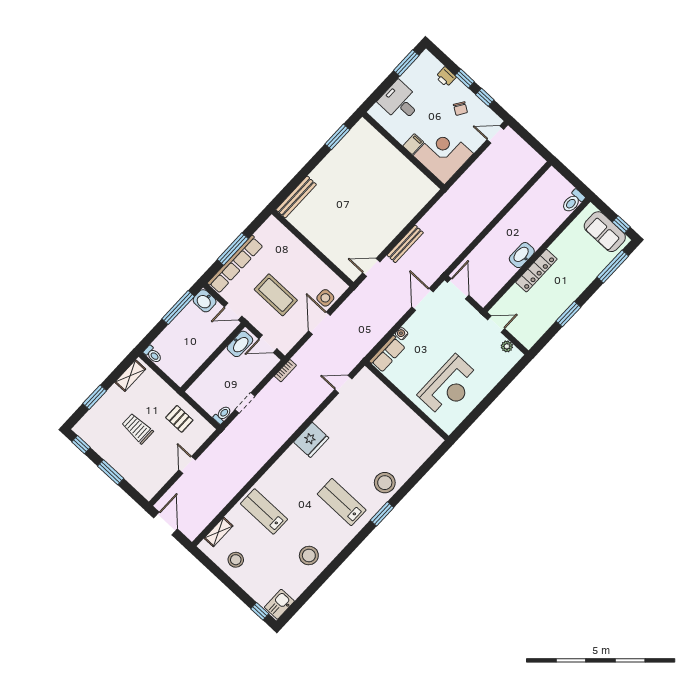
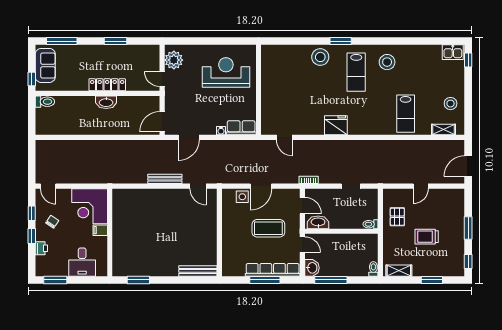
window: (621, 224) -> (32, 79), moved
coffee table: (276, 295) -> (268, 228), turned 90
plant: (507, 346) -> (174, 60), width x1.88, depth x1.88
toilet: (222, 415) -> (371, 224), moved
trolley: (137, 428) -> (427, 237), turned 90
stool: (309, 556) -> (387, 62), moved

